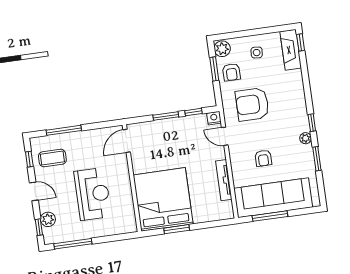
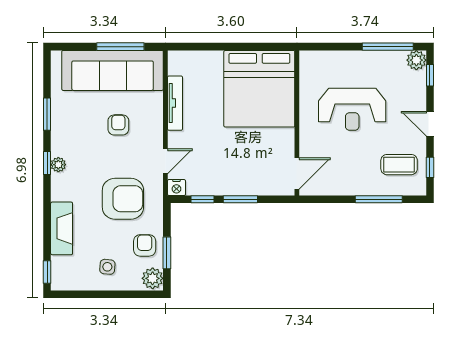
fireplace: (291, 50) -> (62, 228), moved
door: (225, 136) -> (165, 161), hinge flipped
plant: (306, 138) -> (58, 165), moved
reception desk: (93, 194) -> (352, 109), turned -90
plant: (48, 219) -> (416, 60), moved
window: (177, 229) -> (247, 47), removed

